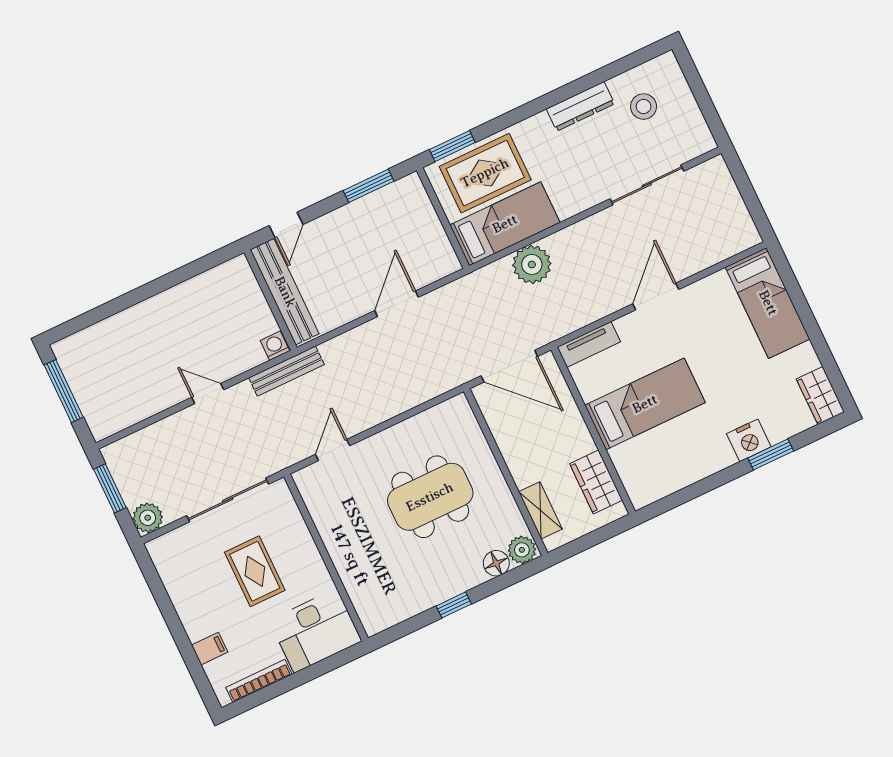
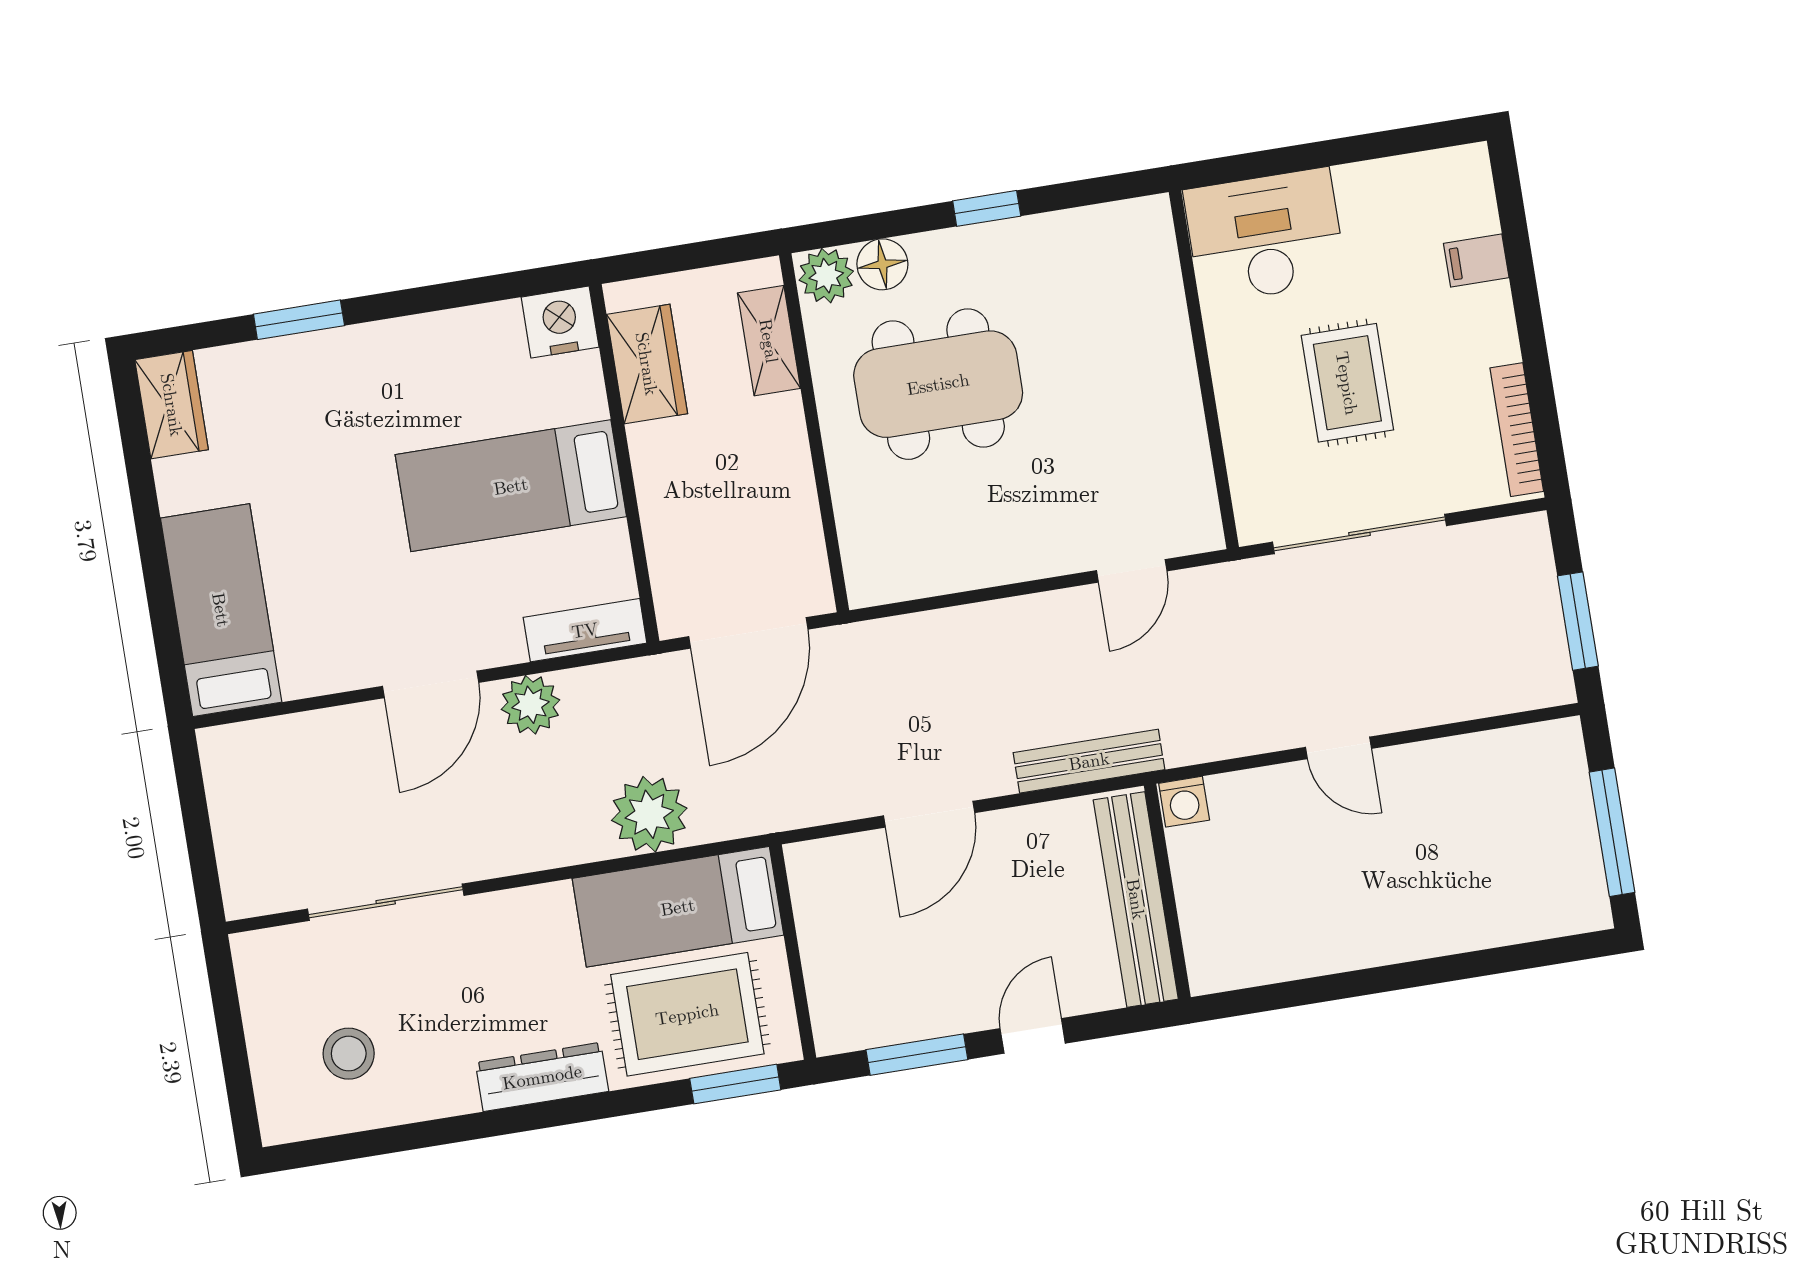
dresser: (580, 106) -> (542, 1077), moved
door: (286, 225) -> (1033, 1036), moved
door: (509, 366) -> (748, 633), swing flipped
bench: (286, 371) -> (1089, 761), moved
nightstand: (749, 440) -> (560, 322), moved
dining table: (430, 497) -> (938, 384), moved
plant: (148, 518) -> (530, 705), moved
bookcase: (259, 681) -> (1517, 430), moved, turned 90

